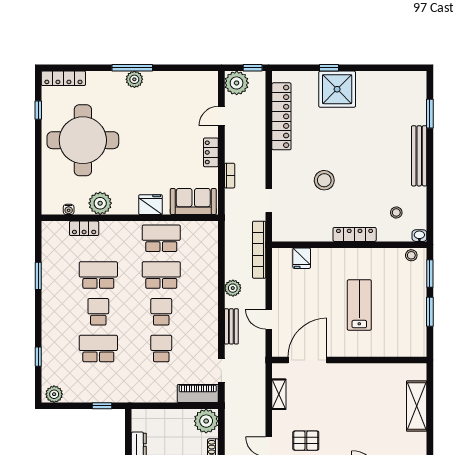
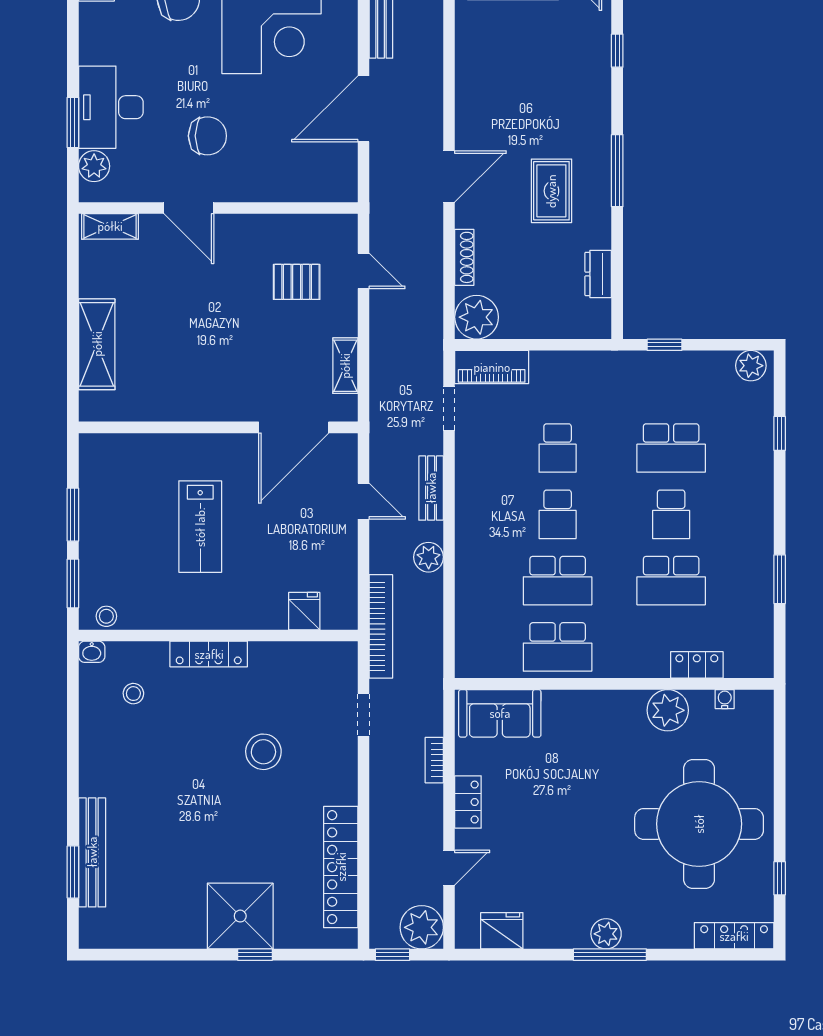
bench: (419, 156) -> (92, 852), moved
fridge: (151, 205) -> (502, 931), moved, turned 180

